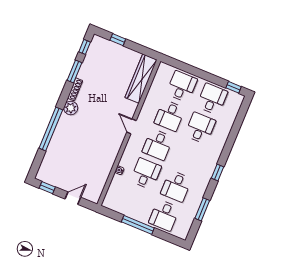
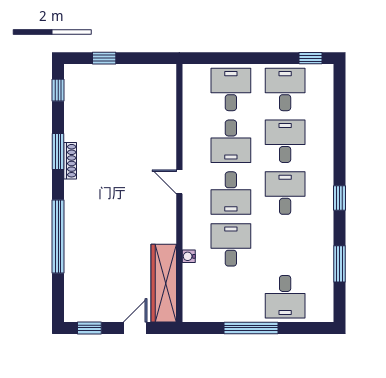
window: (74, 72) -> (58, 151), moved
wardrobe: (141, 79) -> (164, 283), moved
plant: (71, 108) -> (75, 192), removed
desk: (176, 186) -> (285, 193), moved, turned 180

